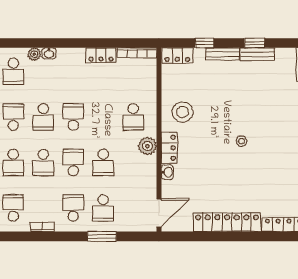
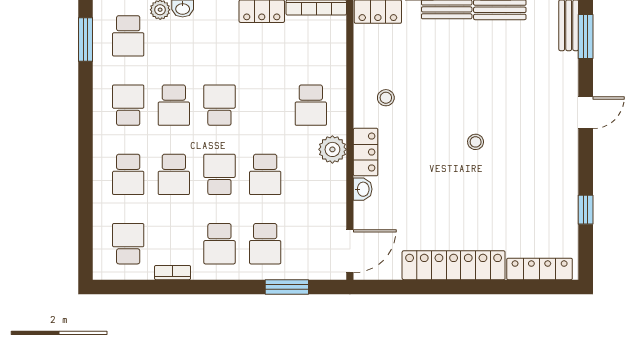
stool: (183, 112) -> (386, 98), width x0.53, depth x0.53
school desk: (73, 208) -> (219, 244), turned 180
window: (102, 236) -> (287, 287), moved

